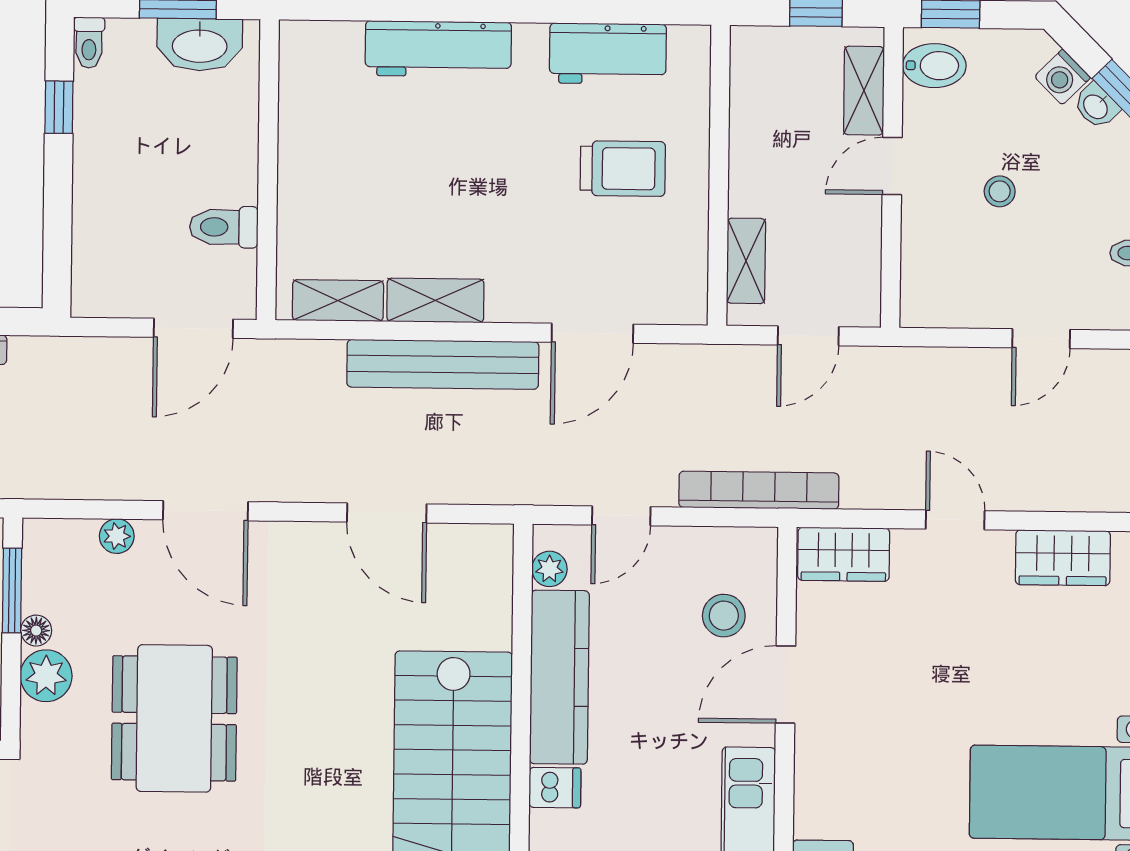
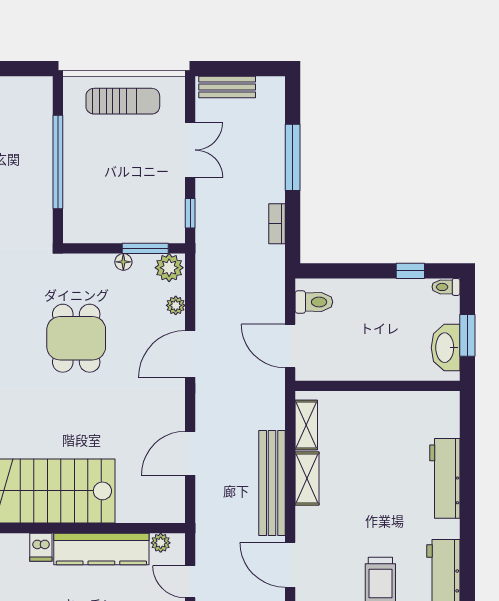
toilet: (224, 227) -> (314, 302), moved, turned 90
plant: (46, 676) -> (169, 268), moved
dining table: (174, 718) -> (76, 338), width x0.73

